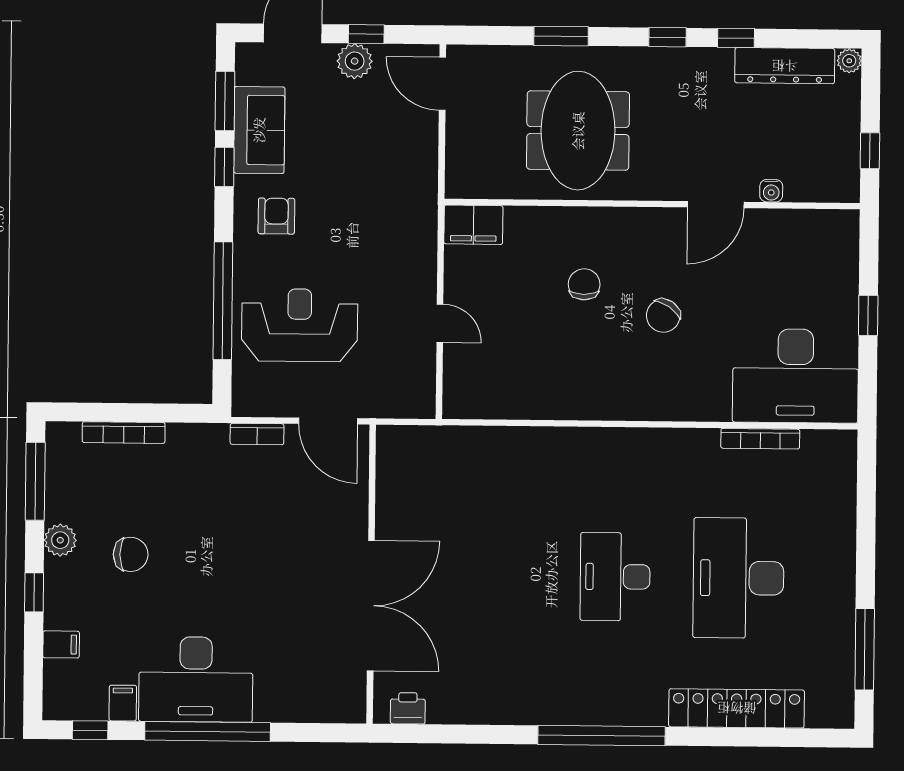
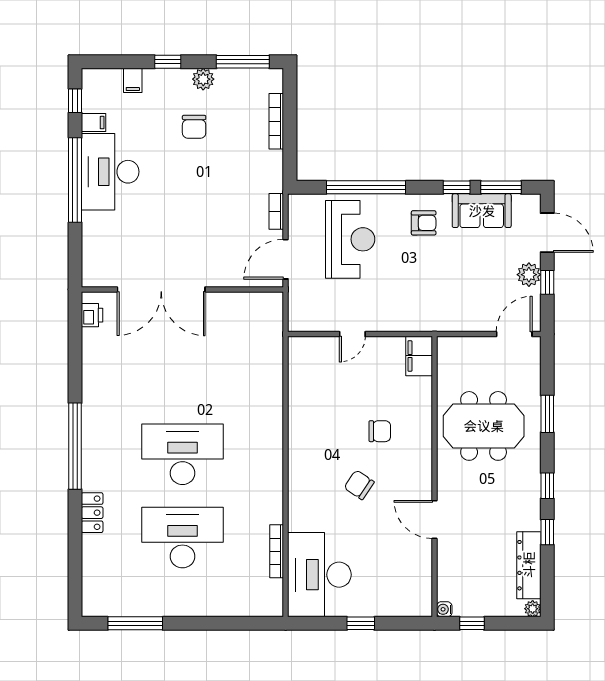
water cooler: (771, 191) -> (444, 609), moved
desk: (615, 577) -> (182, 454), width x1.36, depth x1.30
locker: (737, 708) -> (92, 513), width x0.46, depth x0.83

